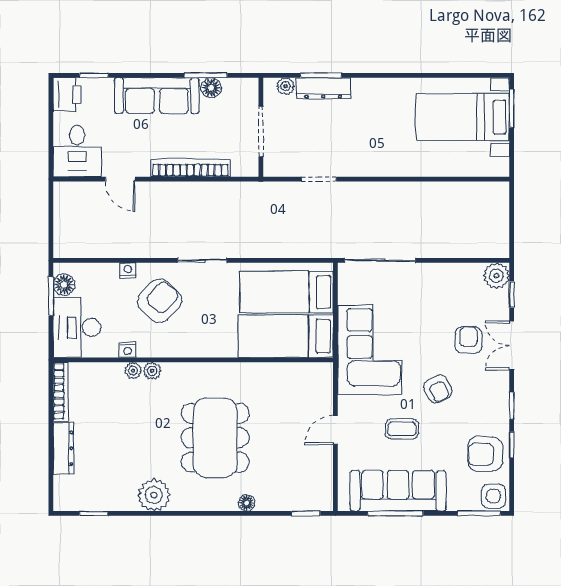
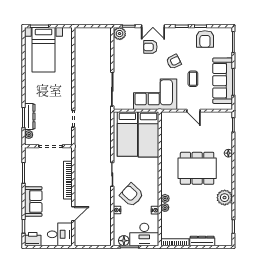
floor lamp: (211, 88) -> (30, 170), removed
sofa: (157, 96) -> (33, 202), width x0.73
side table: (493, 496) -> (225, 35), removed

